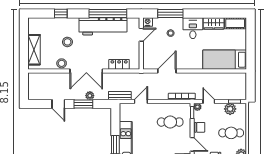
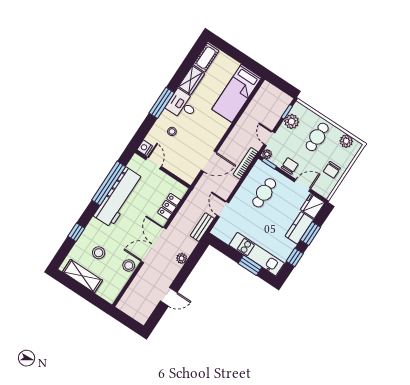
window: (170, 14) -> (162, 103), moved
stool: (67, 42) -> (99, 253), moved
shelving: (34, 50) -> (82, 276), moved
double door: (86, 71) -> (154, 245), swing flipped
door: (167, 71) -> (209, 161), swing flipped
door: (209, 101) -> (269, 139), hinge flipped
window: (83, 104) -> (186, 271), removed

